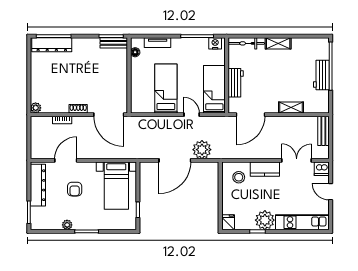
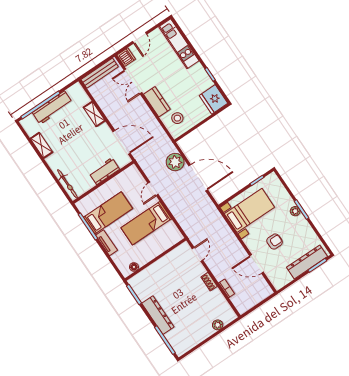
bench: (114, 43) -> (138, 289), removed
tv unit: (158, 43) -> (107, 243), moved
nightstand: (215, 43) -> (84, 208), removed
shelving: (278, 43) -> (41, 145), moved
dresser: (52, 45) -> (158, 315), moved
workbench: (321, 75) -> (52, 108), width x1.38
bed: (214, 89) -> (108, 213), moved, turned 180
plant: (36, 108) -> (218, 325), moved
door: (109, 115) -> (197, 254), width x0.53
bench: (323, 131) -> (100, 73), width x1.36
dresser: (38, 185) -> (307, 262), moved
plant: (265, 220) -> (197, 75), removed
fridge: (228, 222) -> (213, 99), width x1.88, depth x1.34
plant: (67, 225) -> (295, 211), moved

